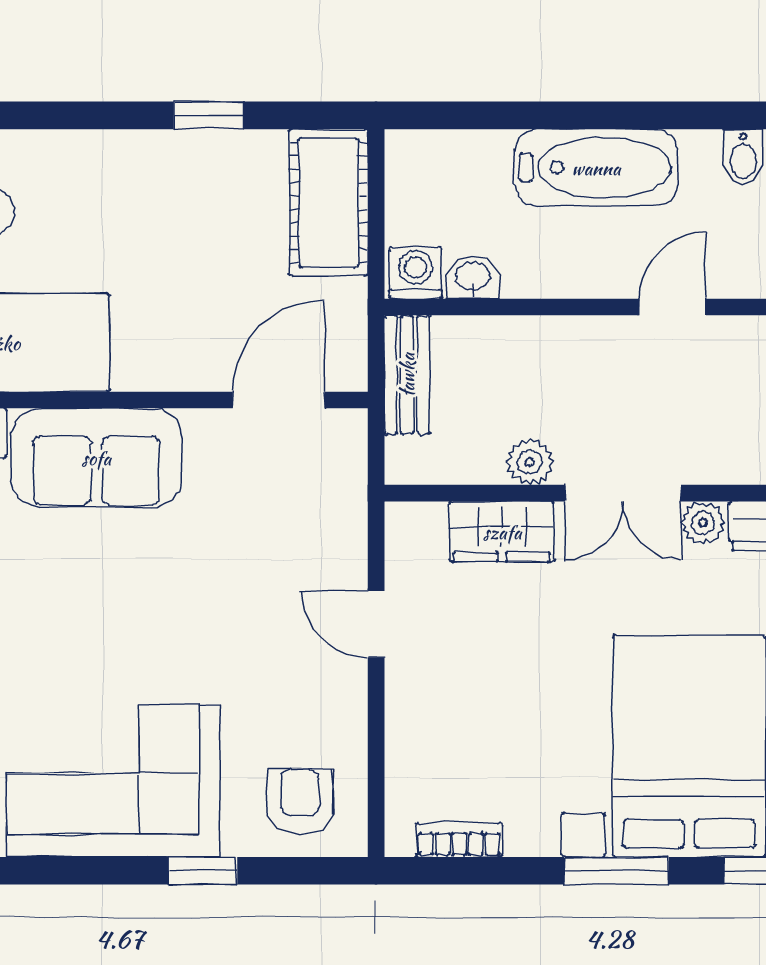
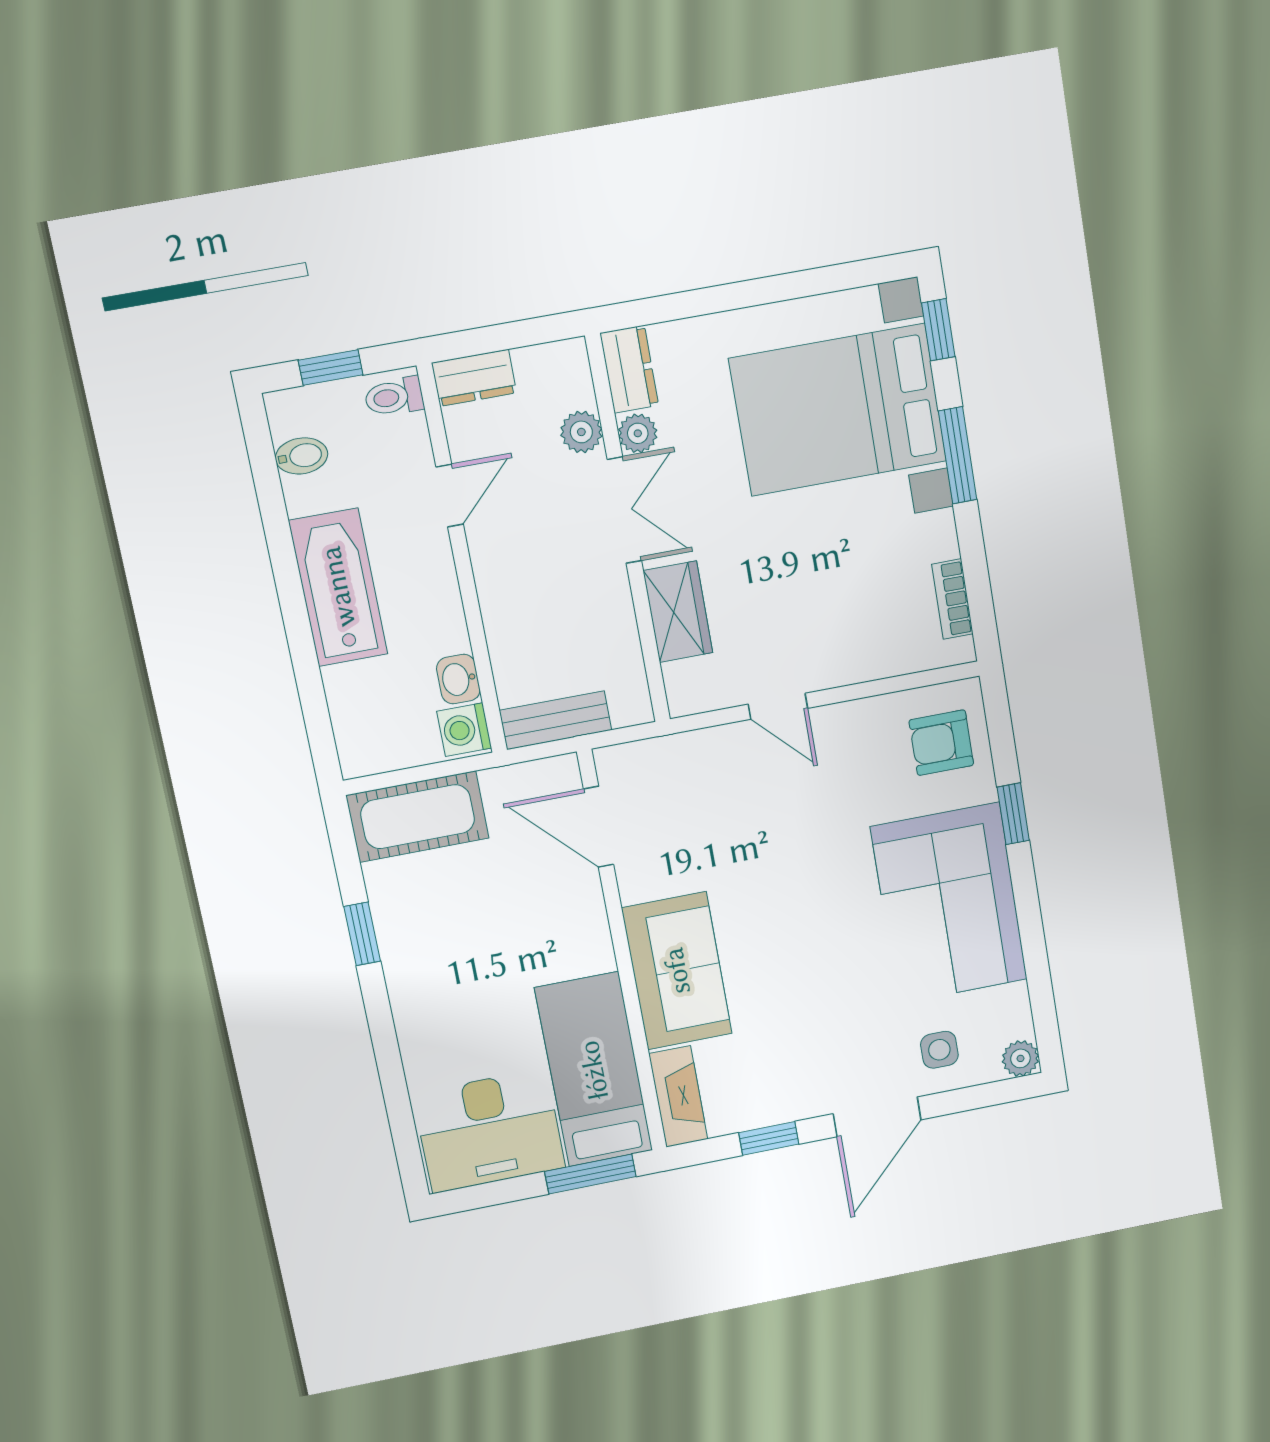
door: (673, 307) -> (450, 496), swing flipped
plant: (530, 462) -> (581, 432), moved
door: (376, 624) -> (778, 706), hinge flipped

